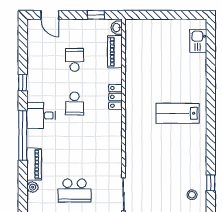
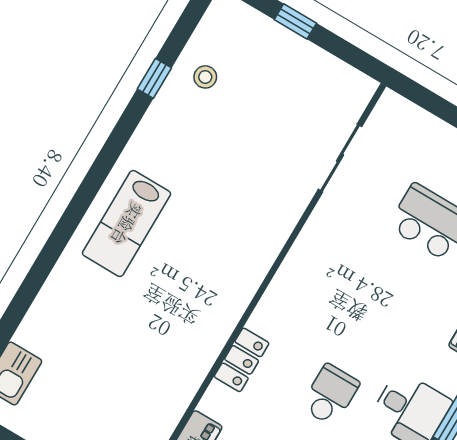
lab bench: (178, 113) -> (127, 224), moved, turned 90

